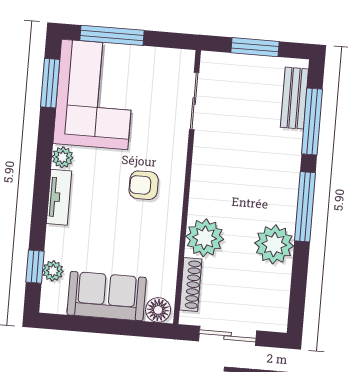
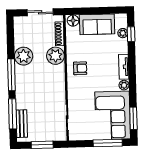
armchair: (144, 185) -> (80, 68), moved

